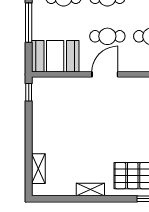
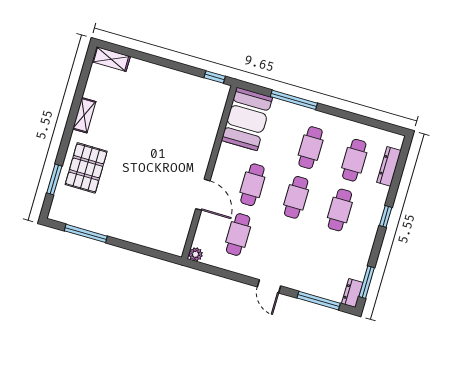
door: (105, 74) -> (203, 195), moved
shelving: (38, 169) -> (111, 59), moved

